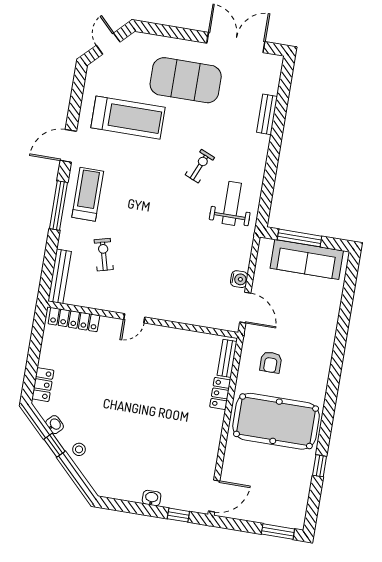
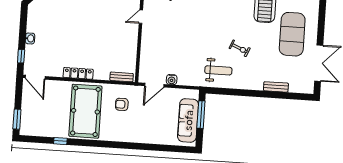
door: (134, 318) -> (141, 17), hinge flipped
locker: (220, 393) -> (78, 73), moved, width x1.53

